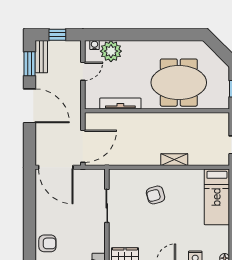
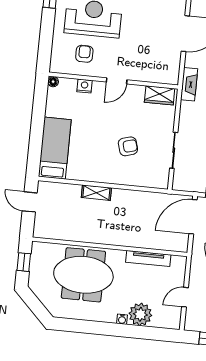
water cooler: (94, 45) -> (122, 319), moved
plant: (111, 51) -> (140, 314), moved
armchair: (156, 195) -> (128, 146), moved

